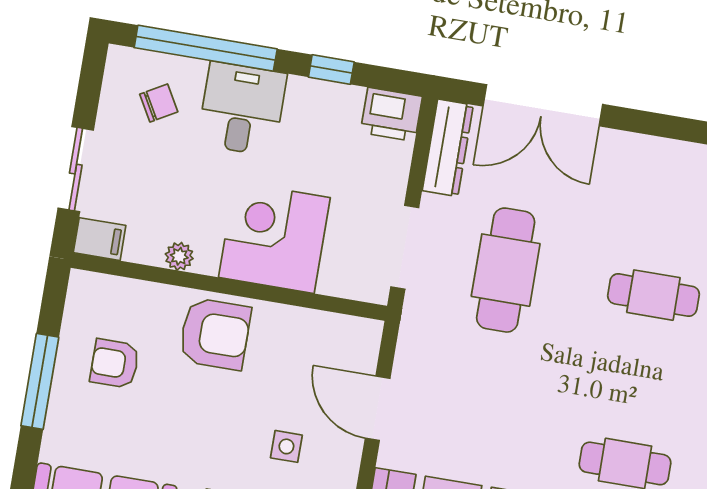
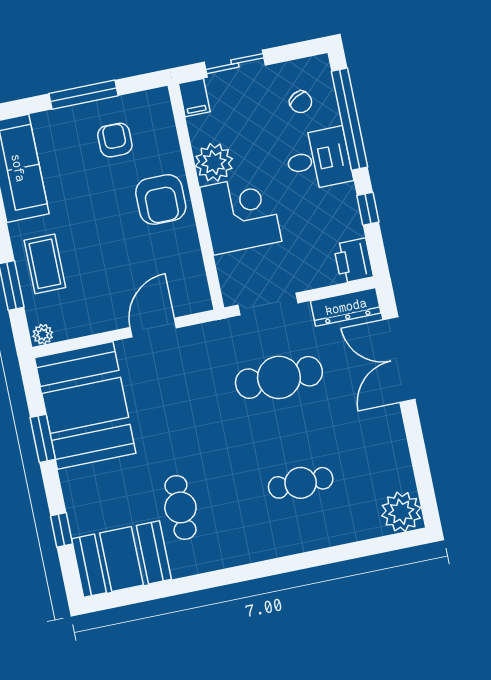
plant: (179, 256) -> (214, 162), width x1.88, depth x1.88
cafe table: (653, 295) -> (301, 483), turned 90
side table: (286, 446) -> (104, 276), removed

